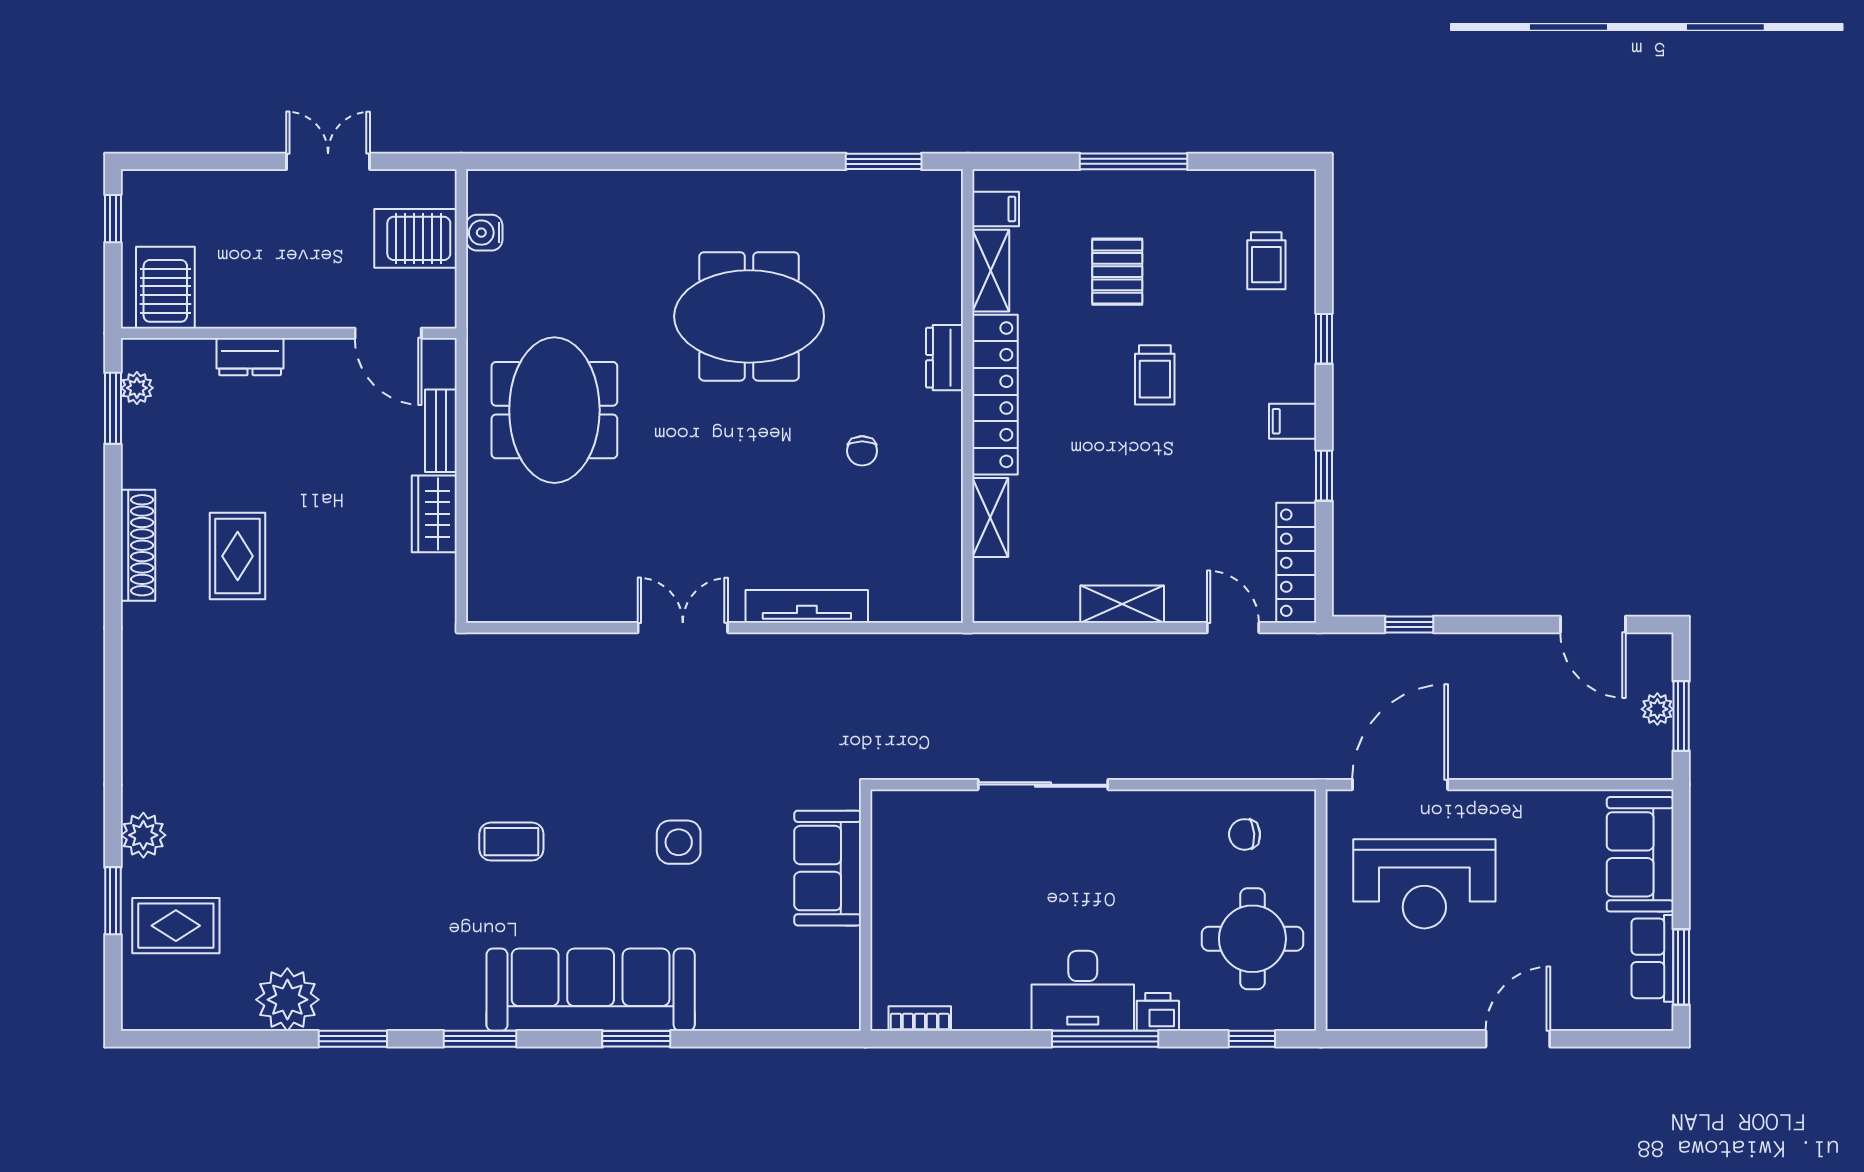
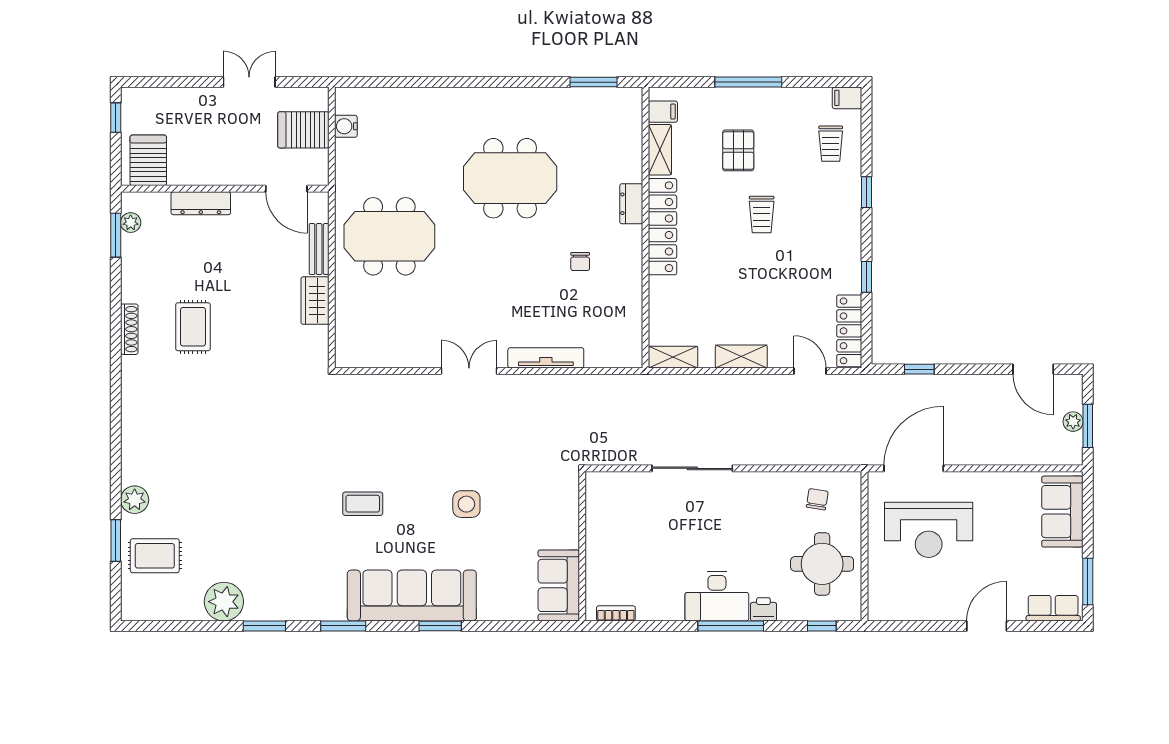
dresser: (250, 357) -> (201, 203), width x1.44
meeting table: (554, 410) -> (389, 236), turned 90
filing cabinet: (1293, 421) -> (847, 98), moved
shelving: (990, 517) -> (673, 357), moved, turned 90
shoe rack: (138, 545) -> (129, 329), width x0.74, depth x0.81
chair: (1245, 834) -> (817, 499), turned 103
sofa: (828, 868) -> (559, 585), moved
row of seats: (1652, 958) -> (1053, 608), moved, turned 90

